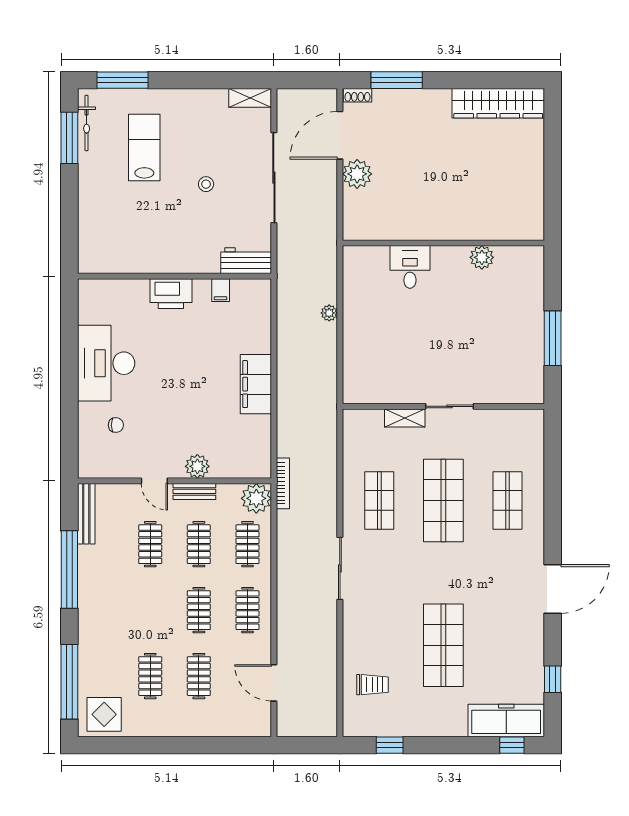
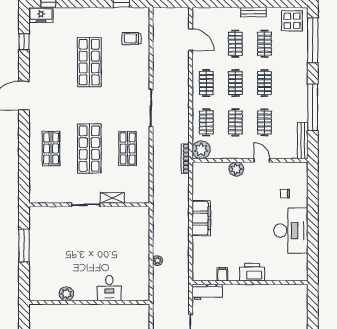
bench: (194, 491) -> (253, 12), moved
clothes rail: (150, 610) -> (264, 83), added
freezer: (506, 721) -> (41, 15), width x0.52, depth x0.79

